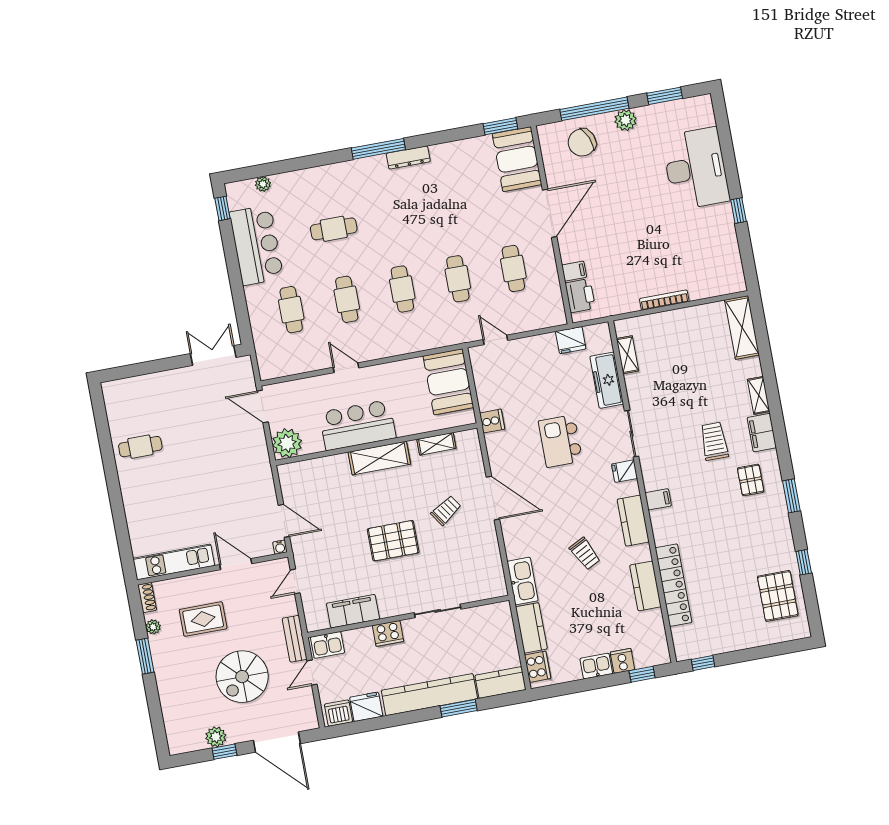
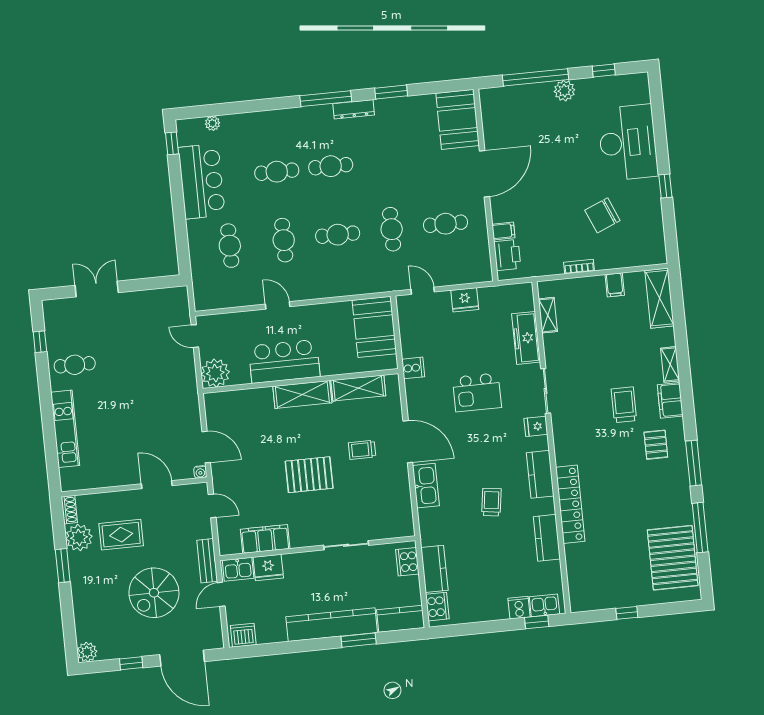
window: (665, 96) -> (604, 70), width x0.67
window: (500, 126) -> (391, 92), moved
chair: (582, 142) -> (602, 215), moved
cafe table: (389, 219) -> (331, 166), added
cafe table: (513, 268) -> (446, 224), turned 90
cafe table: (402, 289) -> (338, 235), turned 90
bookcase: (664, 300) -> (579, 267), width x0.64
fridge: (571, 340) -> (465, 300), moved
double door: (213, 356) -> (97, 289), moved
door: (263, 407) -> (195, 336), width x0.73
window: (102, 426) -> (40, 342), added
kitchen island: (560, 441) -> (477, 392), turned -90
shelving: (436, 444) -> (358, 388), width x1.50, depth x1.33
window: (791, 496) -> (694, 463), width x1.44
filing cabinet: (658, 499) -> (615, 285), moved, turned 90
trolley: (446, 510) -> (362, 450), turned -146
trolley: (585, 554) -> (491, 502), turned -145
kitchen unit: (174, 562) -> (65, 429), moved, turned 90
window: (804, 562) -> (700, 528), width x2.17
door: (295, 581) -> (212, 506), swing flipped
kitchen sink: (523, 581) -> (426, 486), moved
locker: (674, 585) -> (570, 504), moved
pallet: (778, 596) -> (673, 558), width x1.37, depth x1.41
plant: (153, 627) -> (79, 538), width x1.87, depth x1.87
cooker: (388, 633) -> (407, 562), moved, turned 90
window: (703, 663) -> (627, 613), moved
kitchen sink: (596, 666) -> (544, 605), moved
fridge: (366, 707) -> (268, 568), moved, turned 180
plant: (216, 737) -> (87, 652), moved

